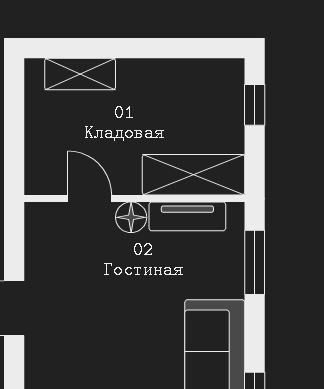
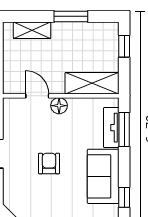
window: (153, 48) -> (71, 16), added
tv unit: (187, 216) -> (111, 128), moved, turned 90
armchair: (112, 327) -> (49, 164), added

